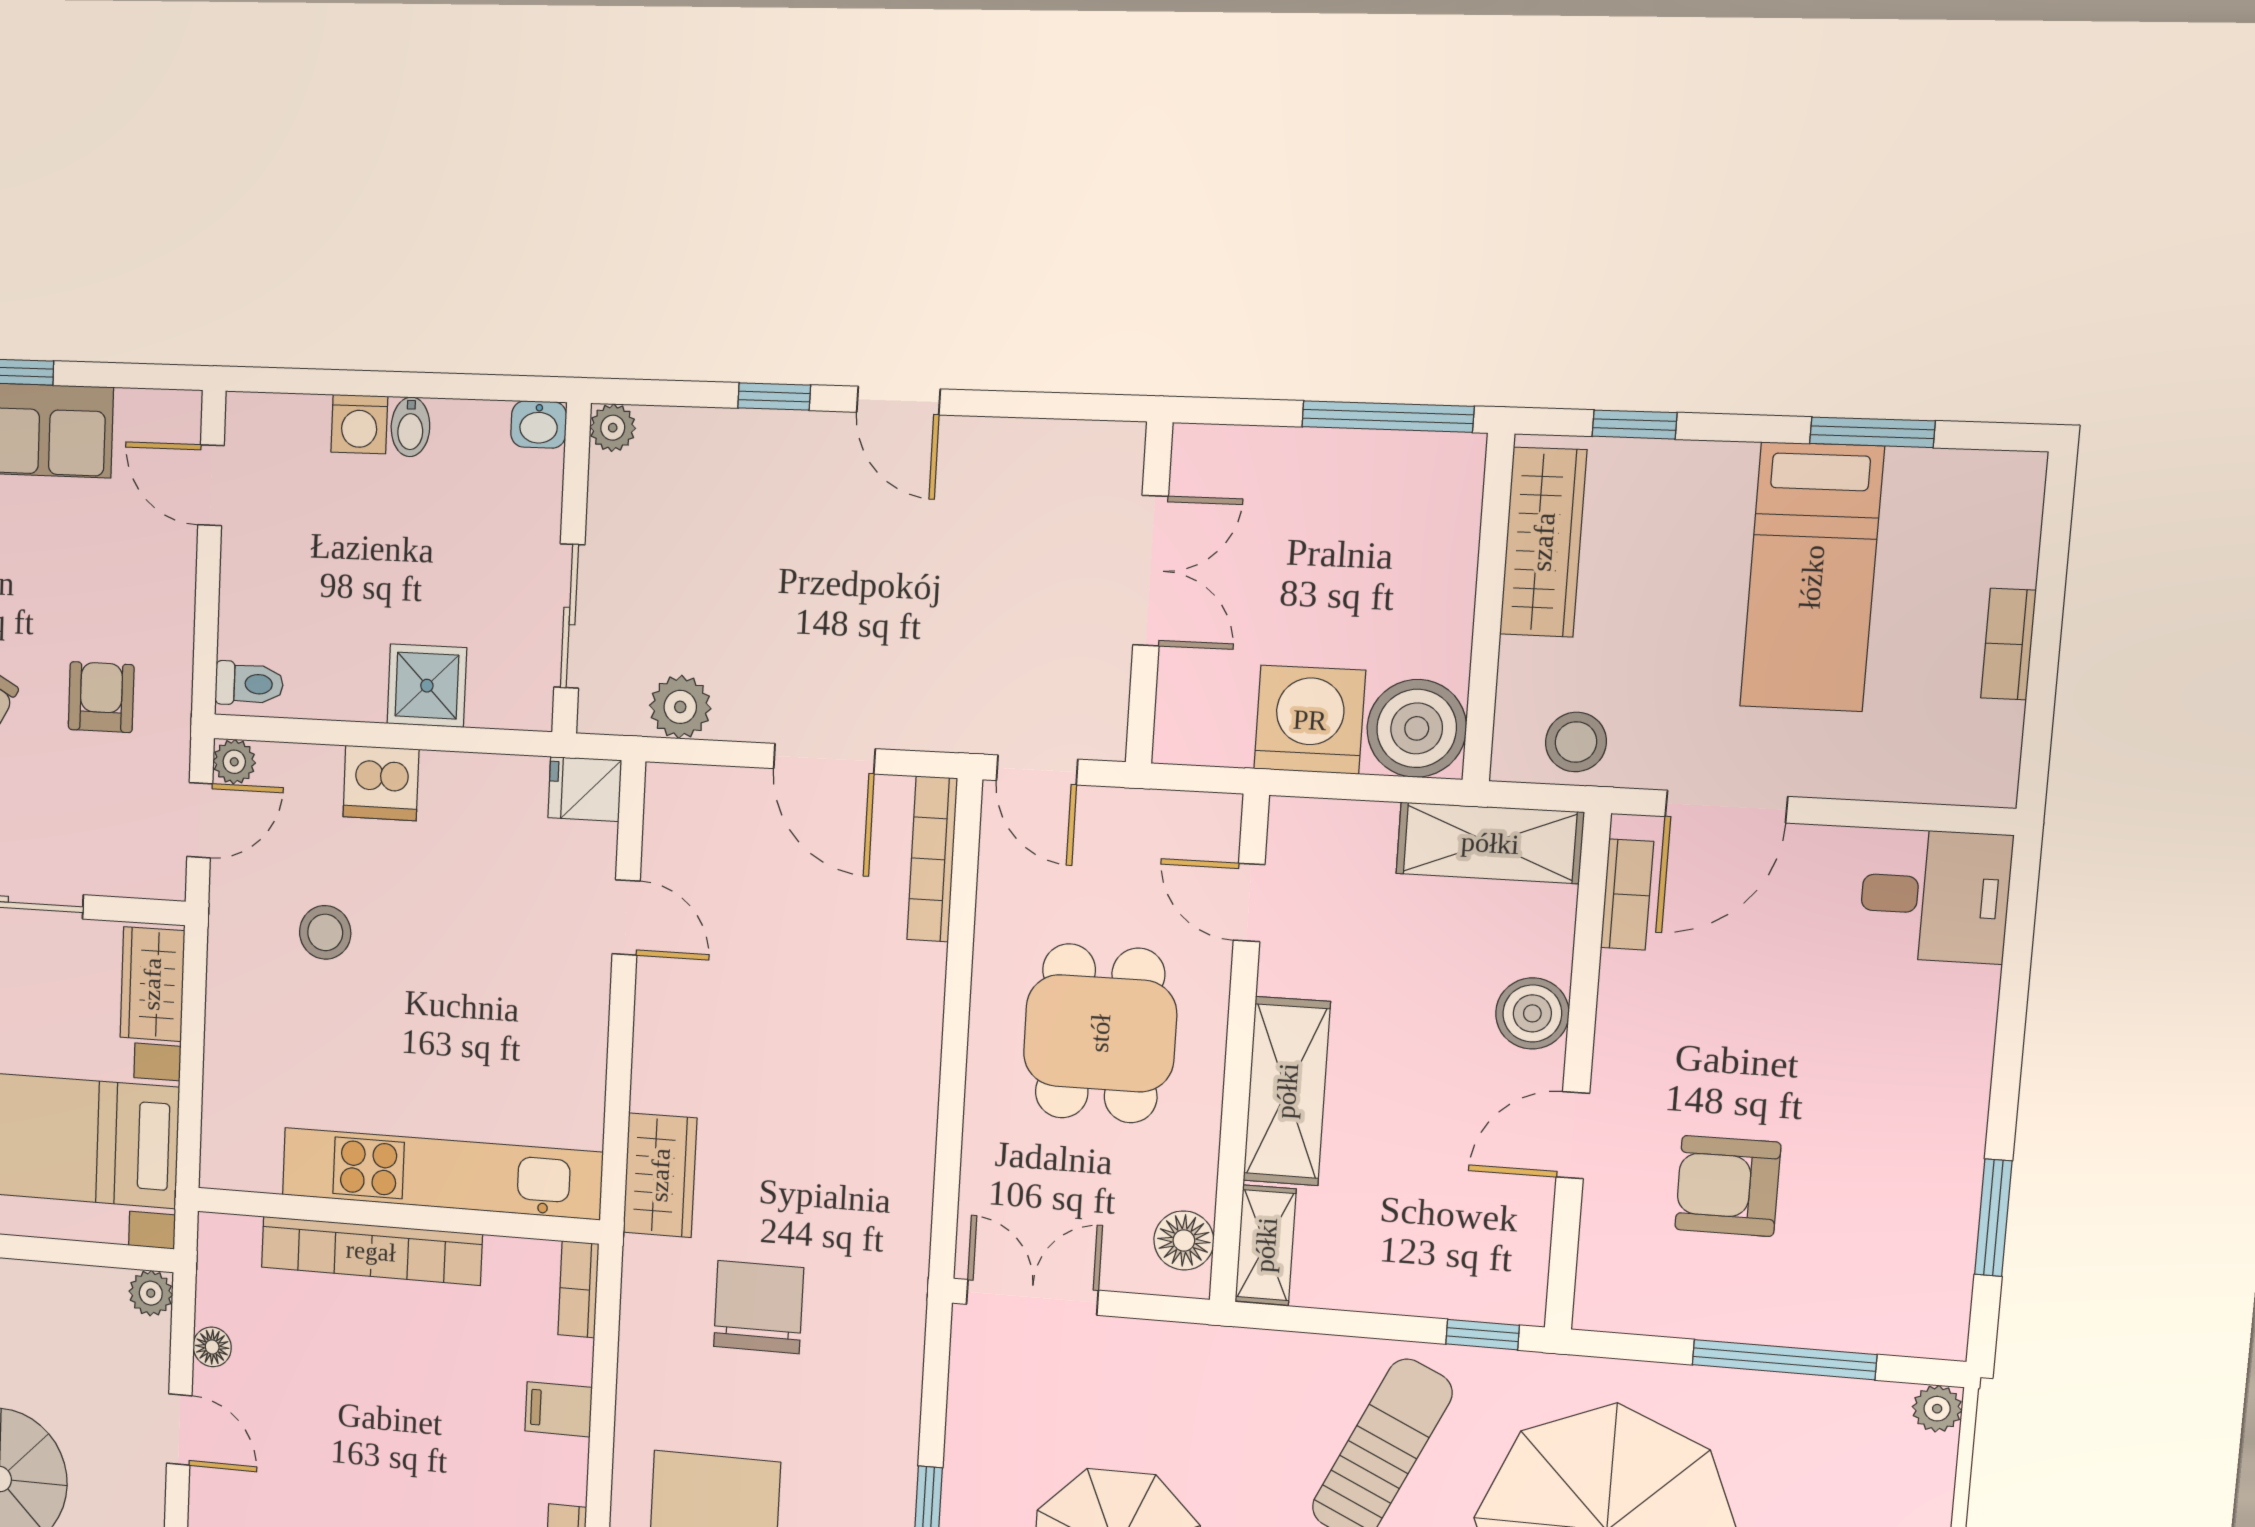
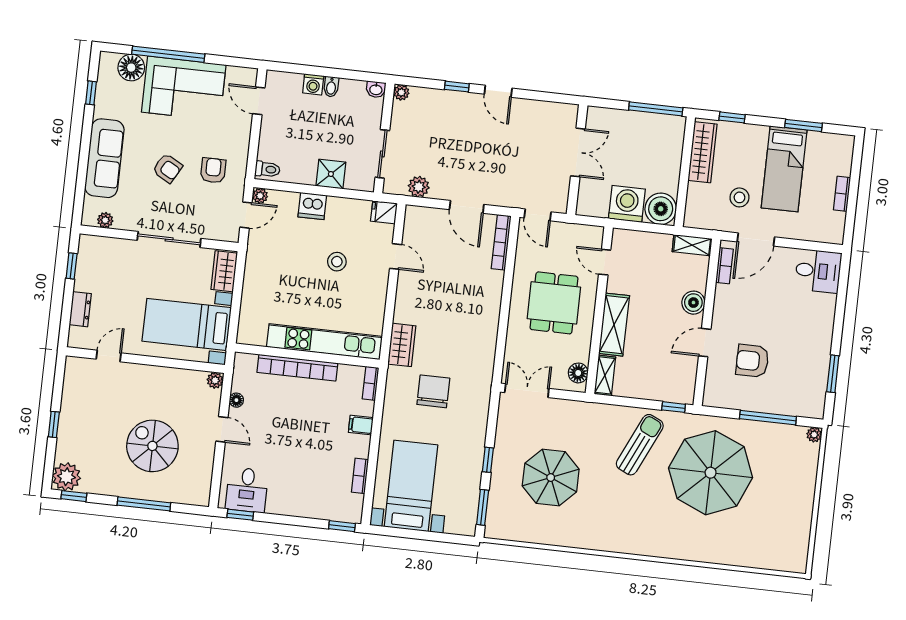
stool: (1576, 742) -> (739, 197), moved
shelving: (1490, 843) -> (692, 245), width x0.67, depth x0.75
stool: (325, 932) -> (337, 262), moved

